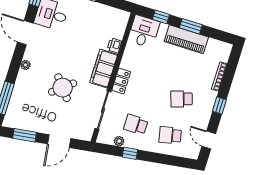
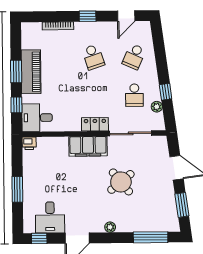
printer: (114, 45) -> (29, 143), moved
school desk: (170, 135) -> (134, 57), turned 36

